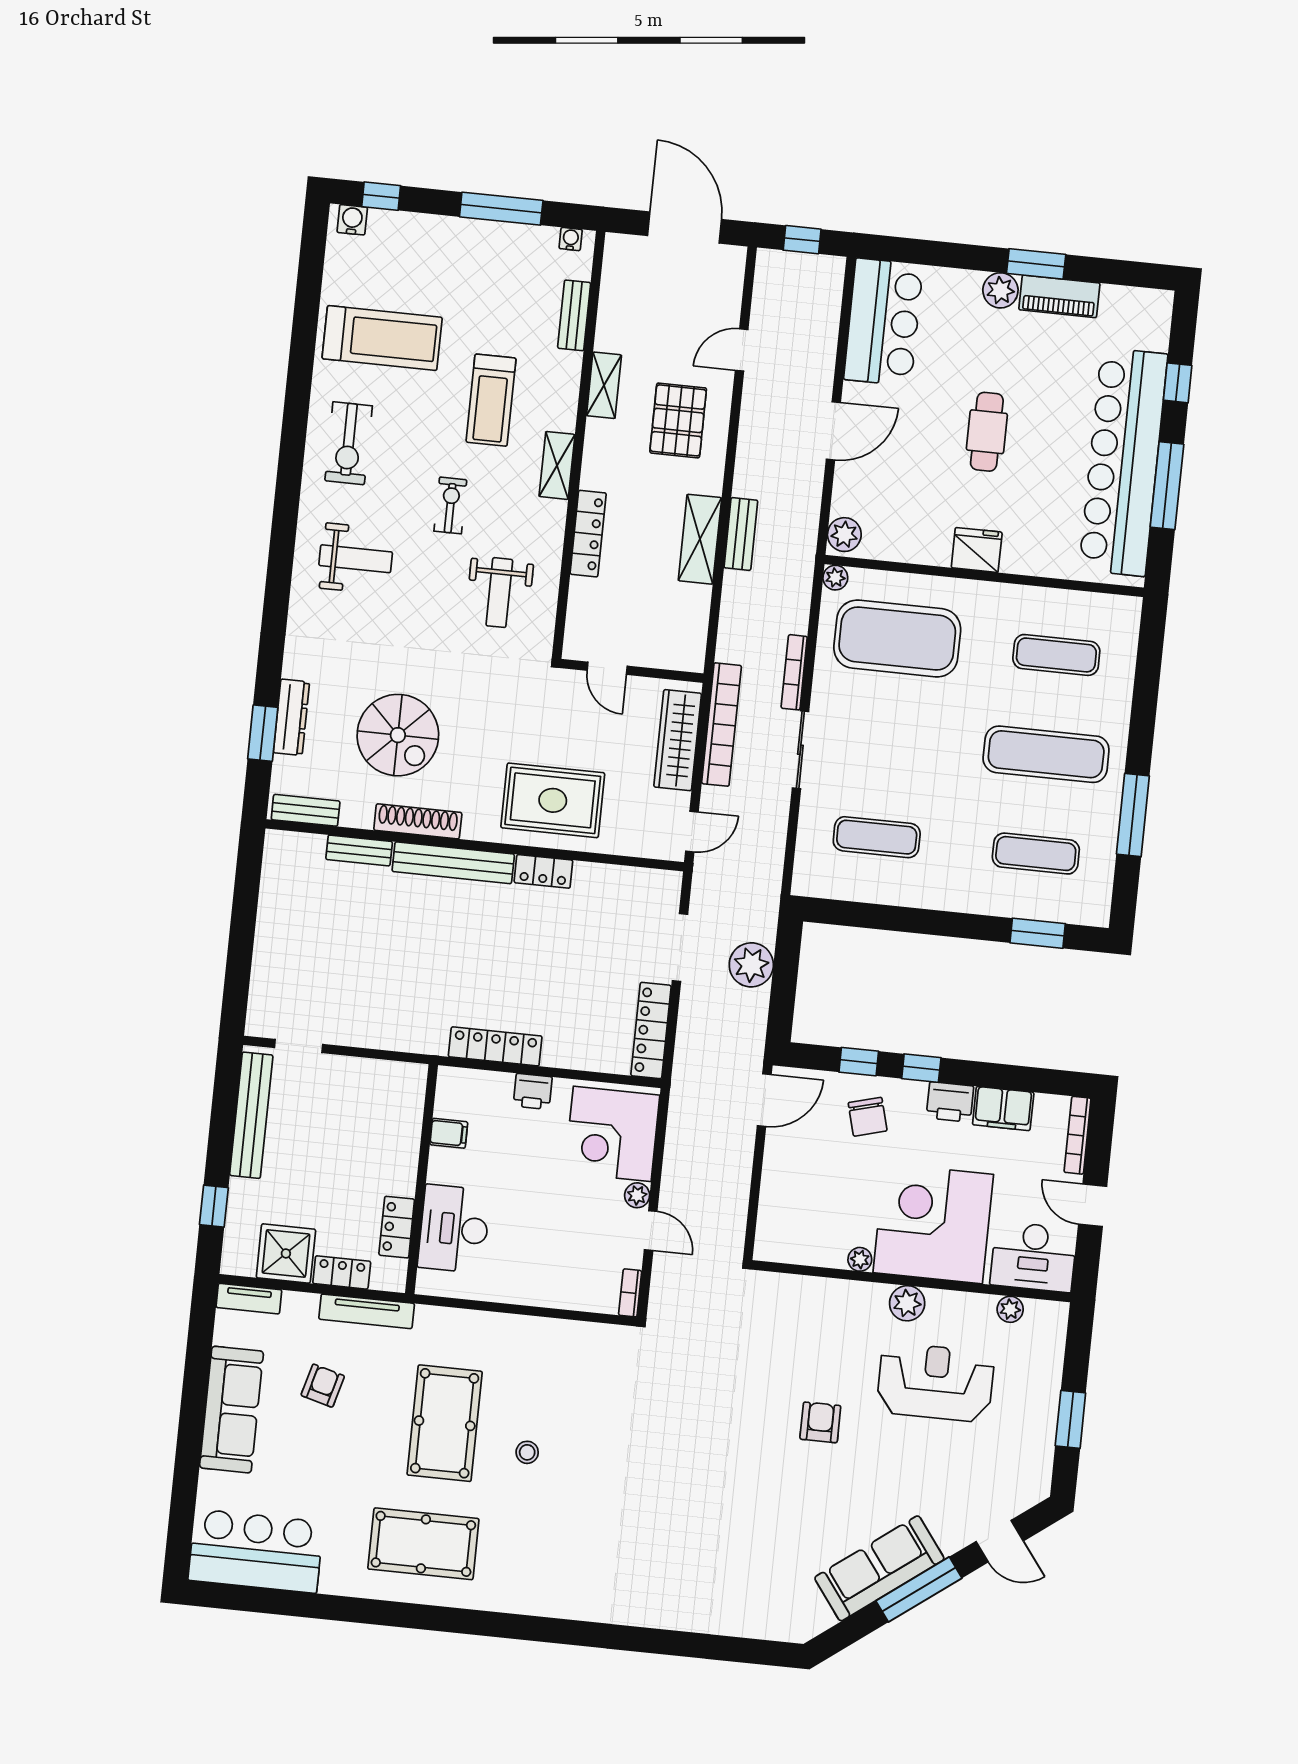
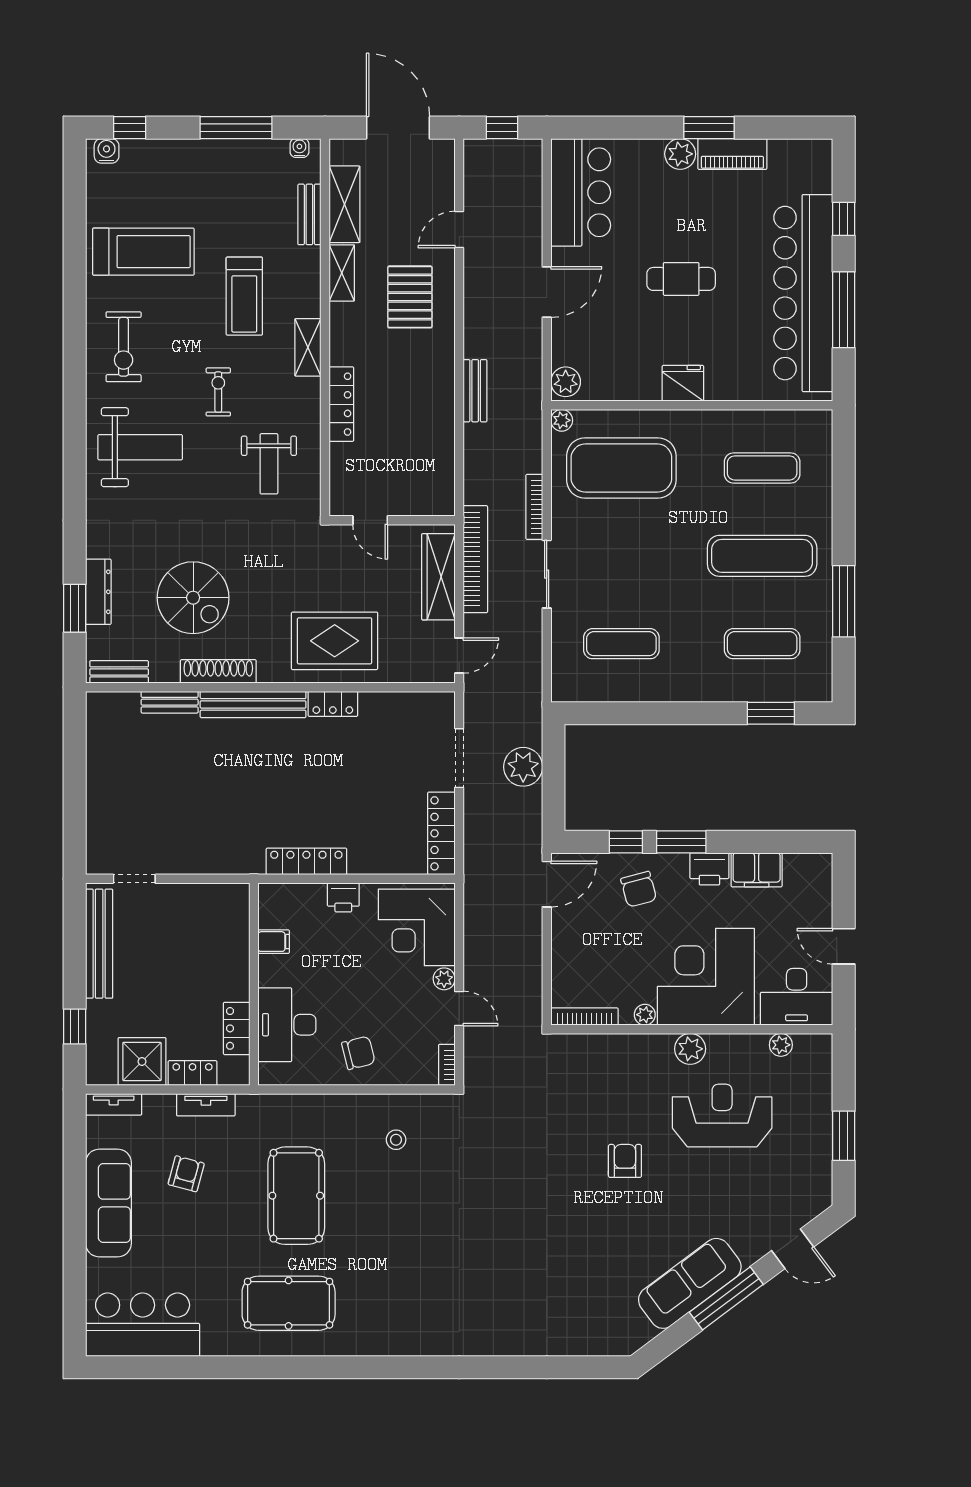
cafe table: (987, 432) -> (681, 279), turned 90
shelving: (700, 539) -> (344, 204), moved
weight bench: (356, 559) -> (140, 447), width x1.36, depth x1.33
window: (921, 1068) -> (681, 842), width x1.50
bookcase: (1078, 1135) -> (584, 1017), moved, turned 90
chair: (532, 1269) -> (358, 1053), added
tv unit: (367, 1311) -> (206, 1105), width x0.71
stool: (527, 1452) -> (396, 1140), moved

